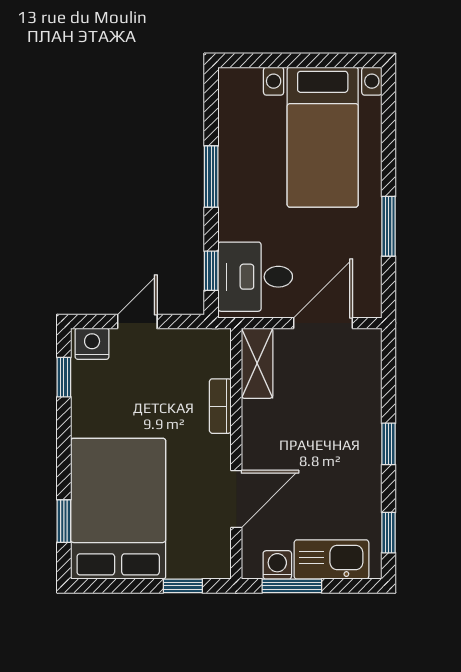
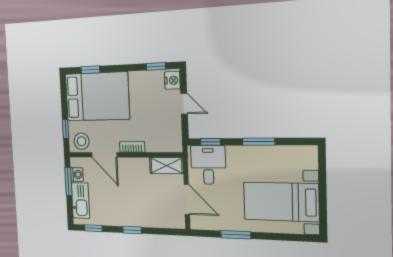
bookcase: (220, 406) -> (132, 147), moved
stool: (208, 550) -> (82, 141), added

